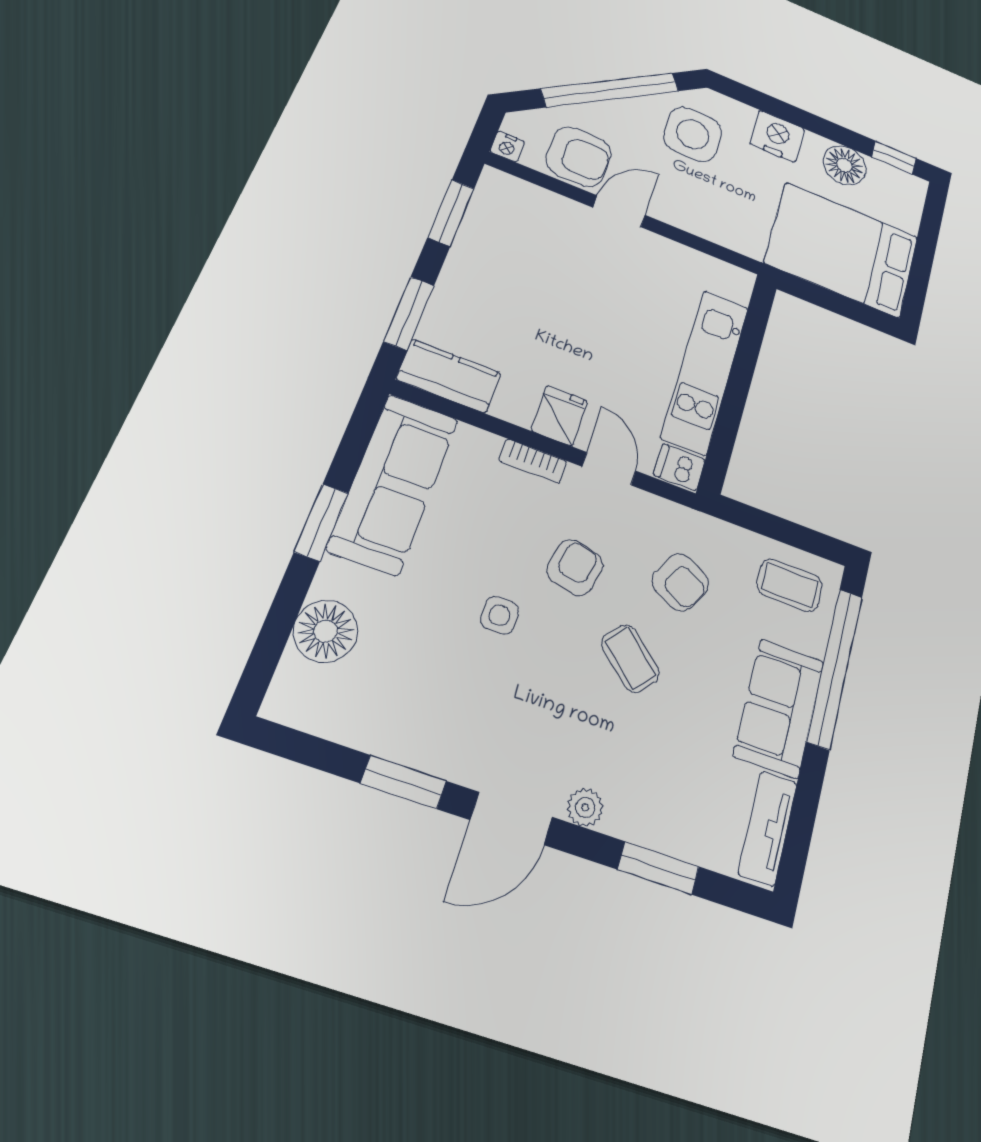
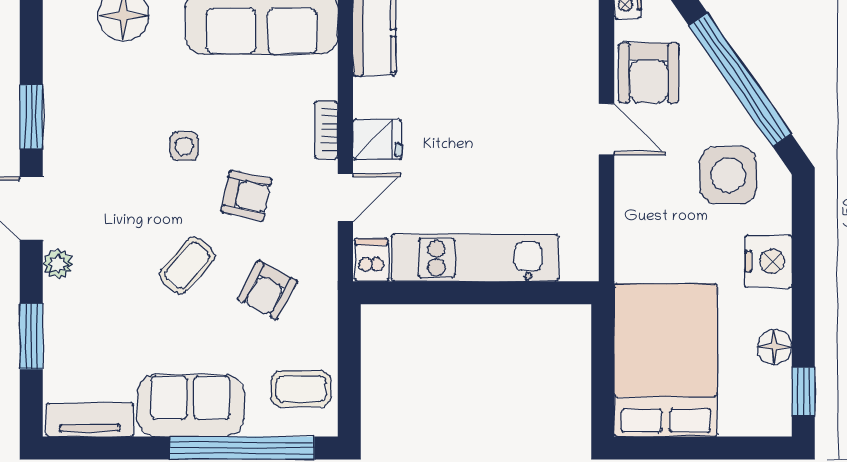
floor lamp: (844, 165) -> (774, 347), width x0.73, depth x0.73
coffee table: (790, 585) -> (301, 389), turned 90

